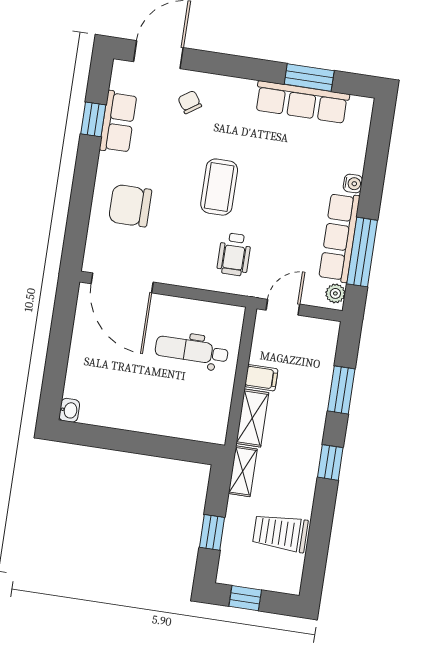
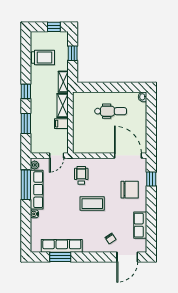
window: (93, 119) -> (151, 179), moved
coffee table: (219, 187) -> (92, 204), turned 90
dental chair: (192, 351) -> (111, 111), moved

